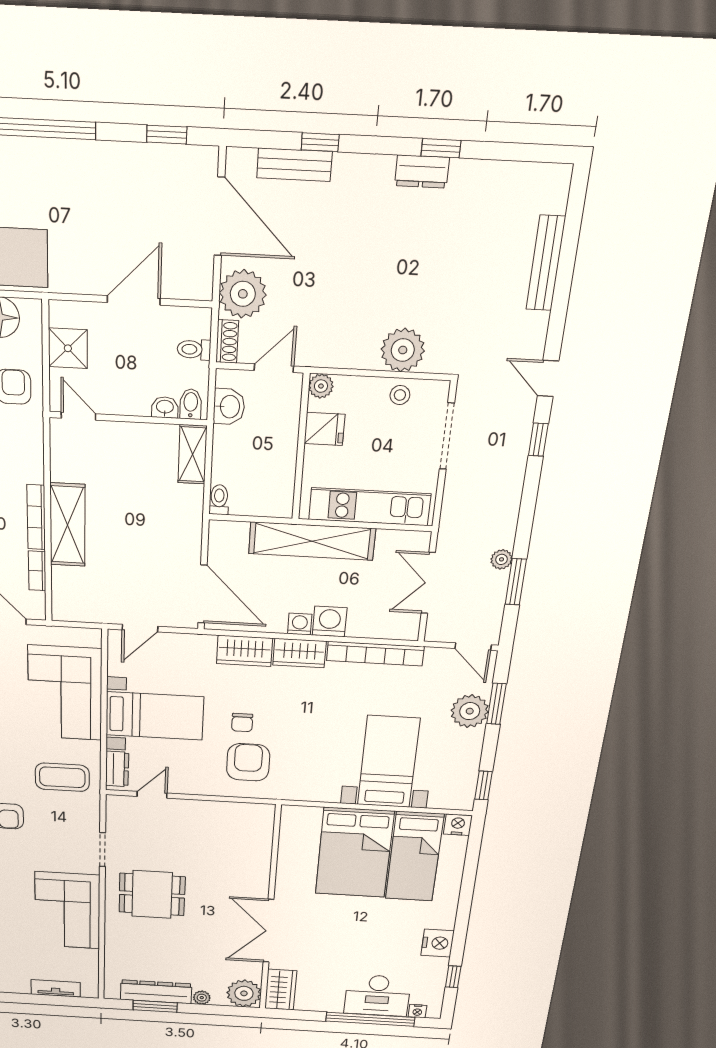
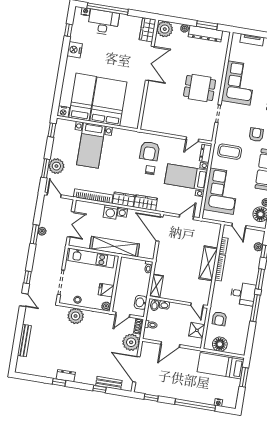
window: (516, 582) -> (35, 234), moved

